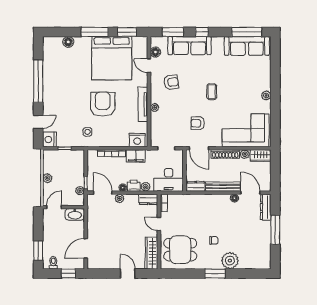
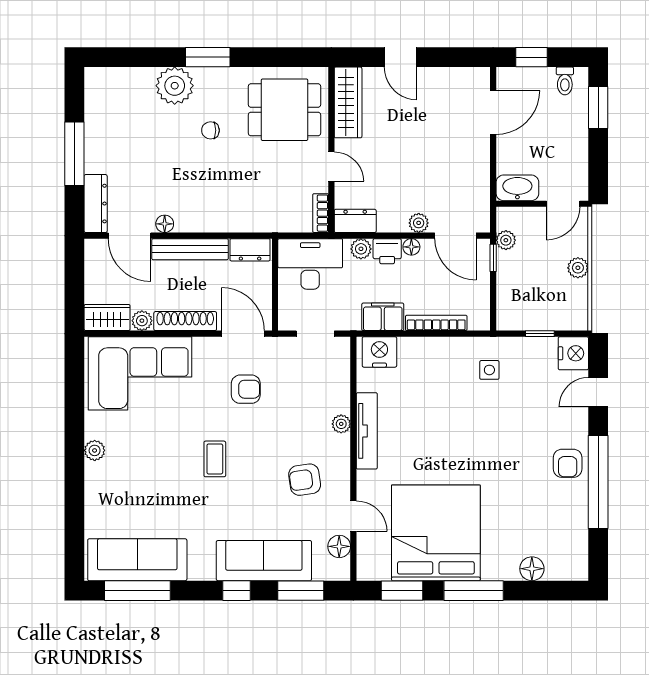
armchair: (103, 104) -> (568, 463), moved, width x0.53, depth x0.53

